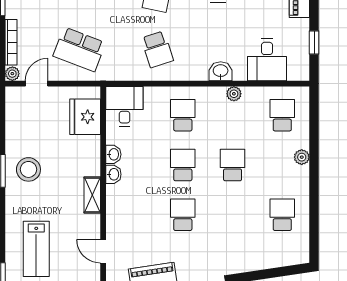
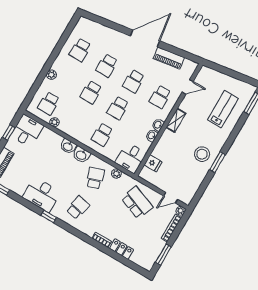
desk: (267, 60) -> (27, 131), moved
washbasin: (195, 70) -> (81, 155), added
plant: (131, 73) -> (116, 173), added
plant: (234, 94) -> (54, 122), moved
fridge: (85, 117) -> (153, 163), width x0.53, depth x0.75
school desk: (133, 215) -> (160, 97), added
school desk: (233, 215) -> (107, 66), added
door: (103, 251) -> (188, 87), hinge flipped

